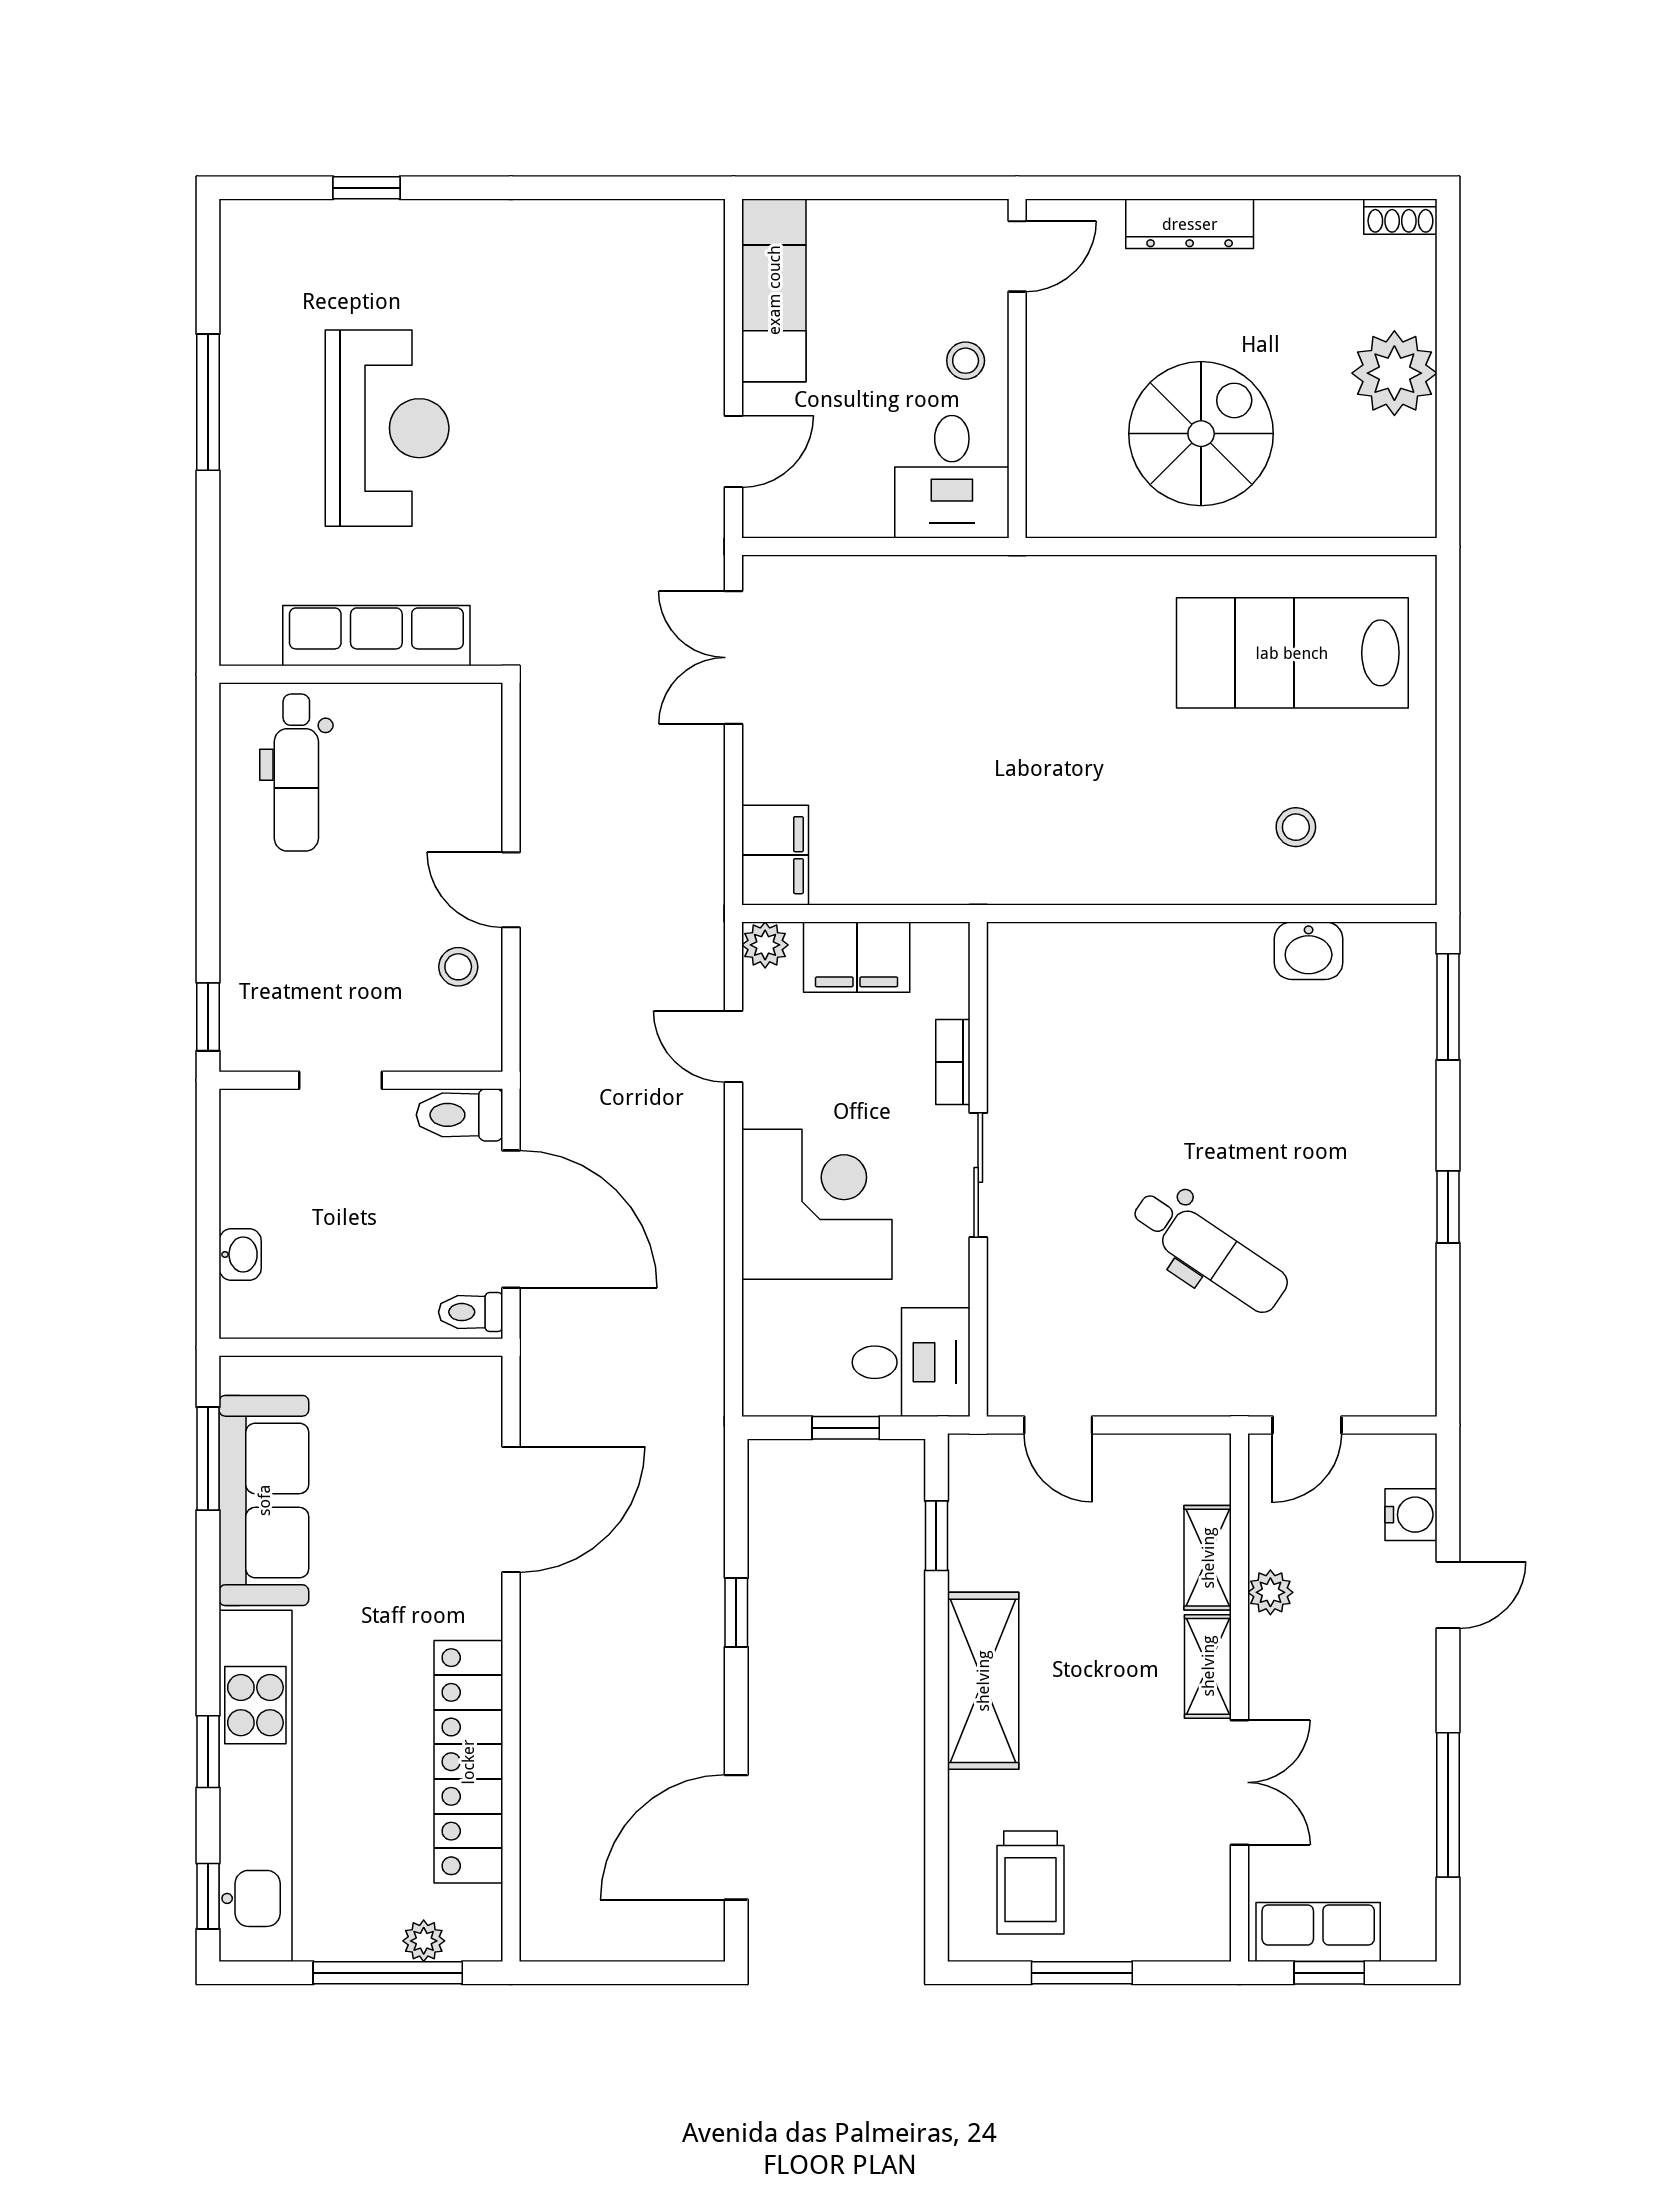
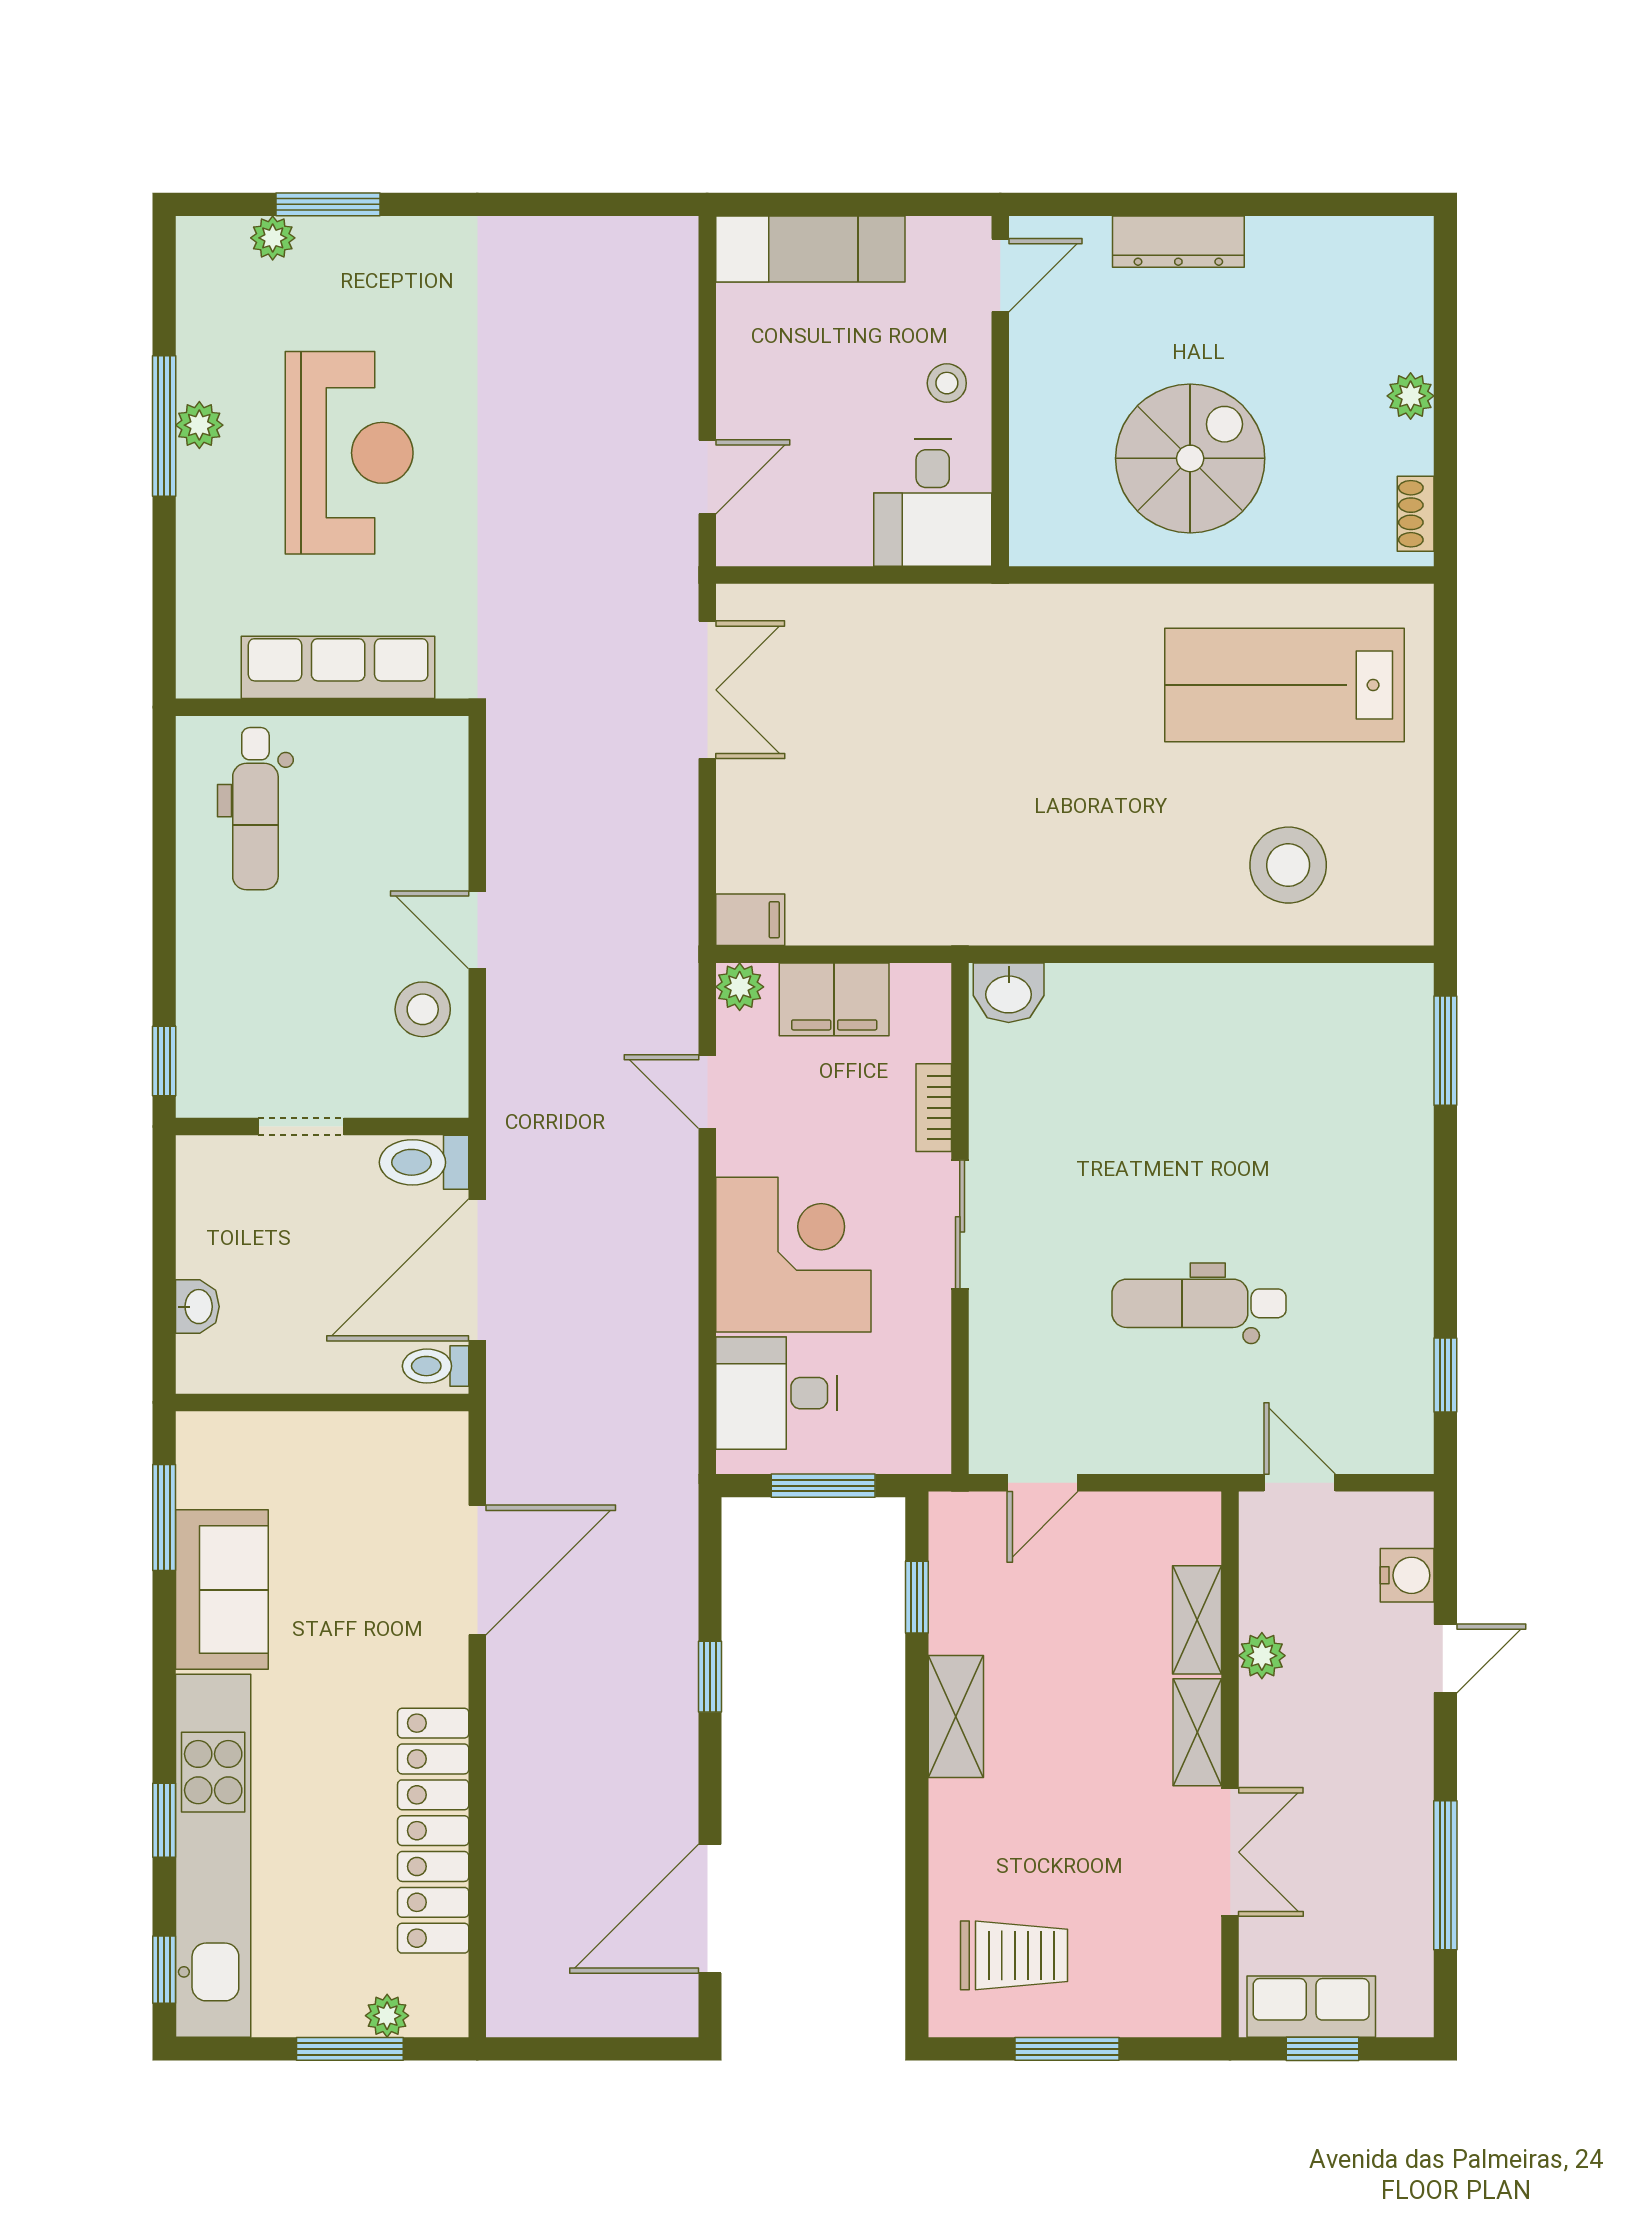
window: (366, 188) -> (328, 204), width x1.50
shoe rack: (1400, 217) -> (1416, 514), moved, turned 90
plant: (313, 220) -> (273, 238), added
exam couch: (774, 290) -> (810, 249), moved, turned 90
plant: (1394, 373) -> (1411, 396), width x0.53, depth x0.53
plant: (242, 401) -> (199, 425), added
double door: (734, 658) -> (707, 690), swing flipped
stool: (1296, 827) -> (1288, 865), width x1.89, depth x1.89
filing cabinet: (775, 855) -> (750, 920), width x0.50
washbasin: (1309, 951) -> (1009, 993), moved
stool: (458, 967) -> (423, 1009), width x1.37, depth x1.37
window: (1448, 1207) -> (1445, 1375), moved
door: (511, 1219) -> (477, 1270), swing flipped
dental chair: (1210, 1251) -> (1199, 1303), turned 146
desk: (911, 1362) -> (776, 1393), moved, turned 180
door: (1058, 1425) -> (1043, 1483), hinge flipped
door: (1307, 1425) -> (1300, 1483), swing flipped
window: (846, 1428) -> (823, 1486), width x1.50
sofa: (264, 1500) -> (222, 1590), width x0.73
shelving: (983, 1681) -> (956, 1717), width x0.67, depth x0.75
trolley: (1030, 1882) -> (1014, 1955), turned -90
window: (388, 1973) -> (350, 2049), width x0.69

